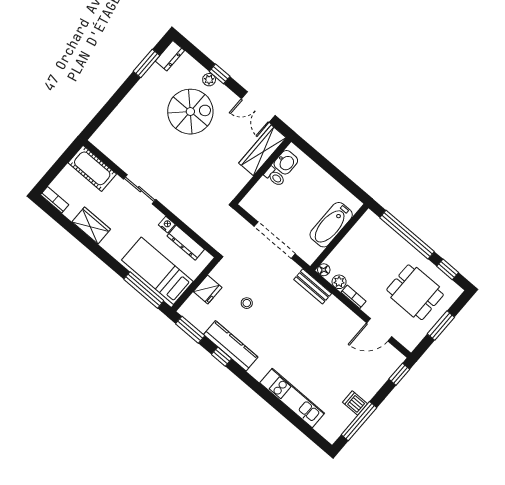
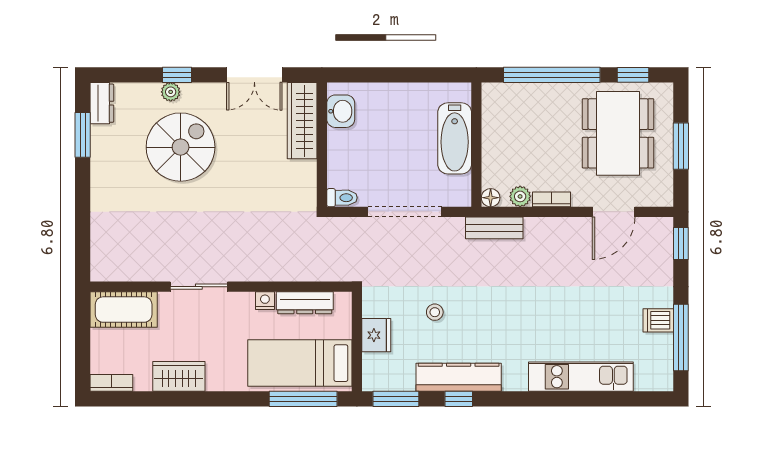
toilet: (275, 177) -> (342, 198), moved
dining table: (415, 292) -> (618, 133), width x1.37

